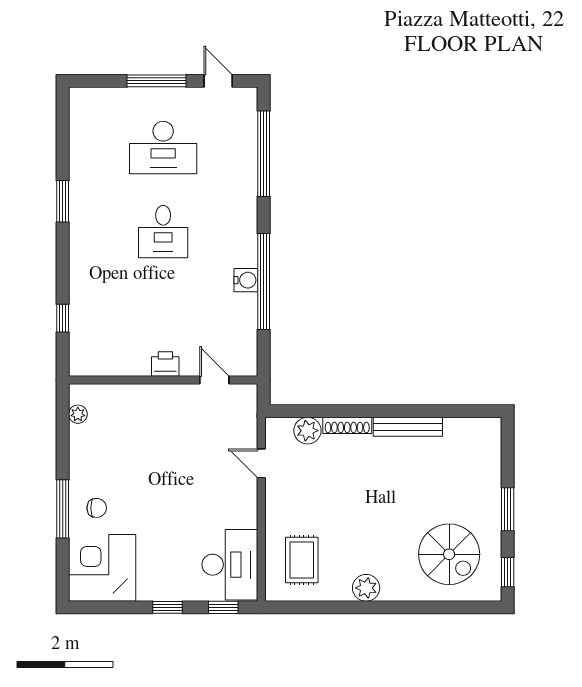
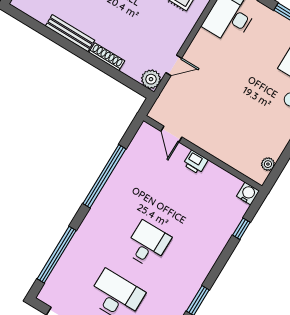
water cooler: (246, 280) -> (248, 194), moved, turned 90
plant: (307, 431) -> (151, 79), moved
door: (261, 463) -> (174, 65), hinge flipped

